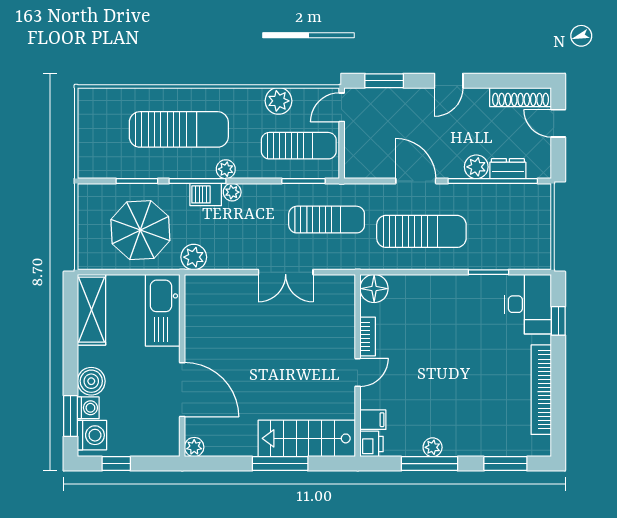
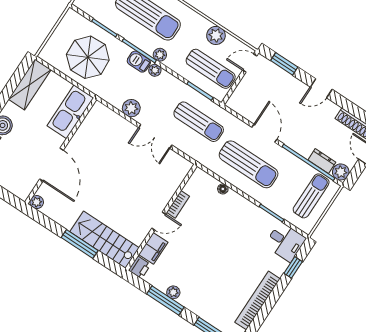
plant: (476, 167) -> (341, 172), moved
sun lounger: (523, 220) -> (311, 196), added
plant: (194, 257) -> (131, 108), moved
floor lamp: (374, 289) -> (223, 189), moved, width x0.53, depth x0.53
desk: (528, 304) -> (285, 242), width x0.73
filing cabinet: (373, 420) -> (153, 248), width x2.00

